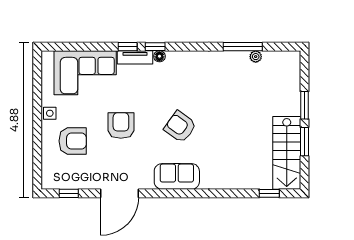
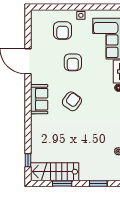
window: (304, 105) -> (98, 183), moved
armchair: (121, 125) -> (73, 62), turned 90
window: (69, 193) -> (28, 28), removed

